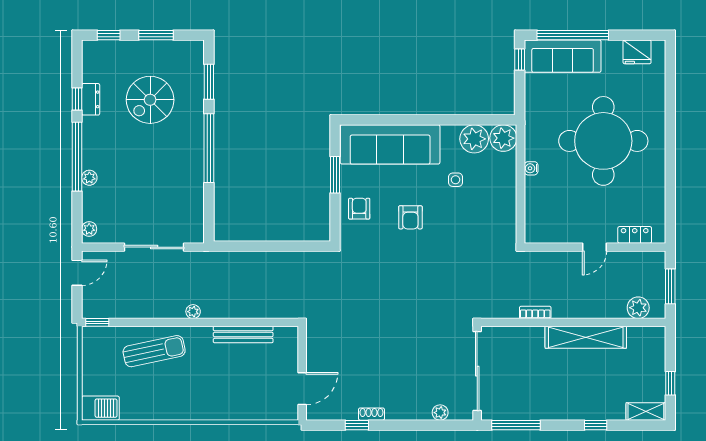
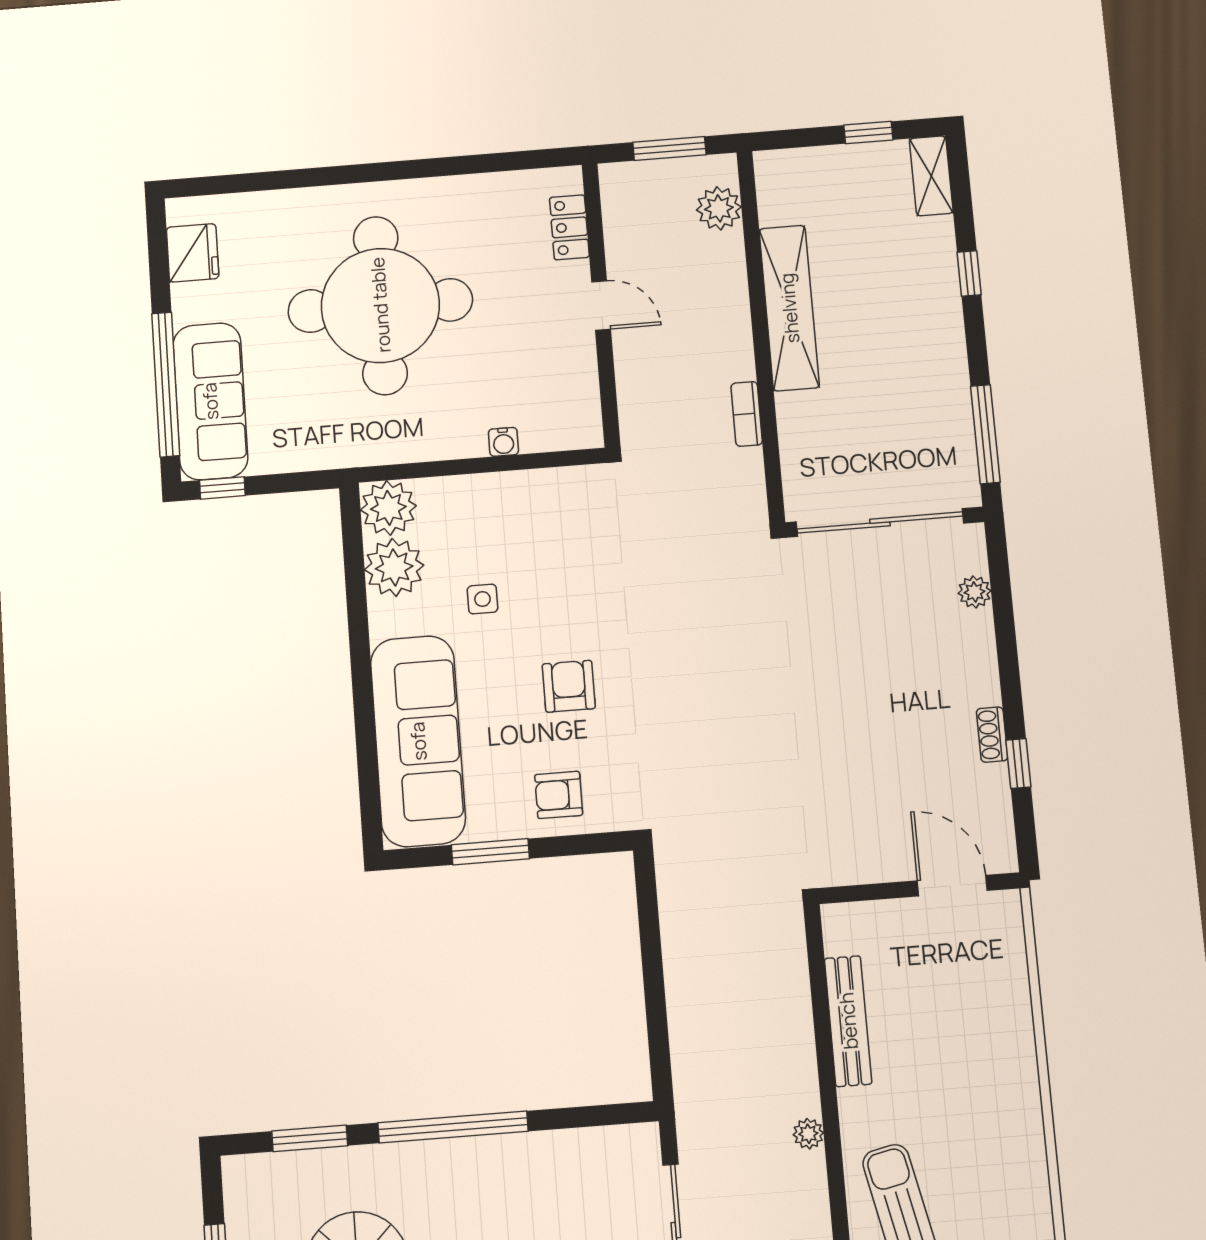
water cooler: (531, 168) -> (503, 442), moved
armchair: (410, 217) -> (569, 686), turned -90

